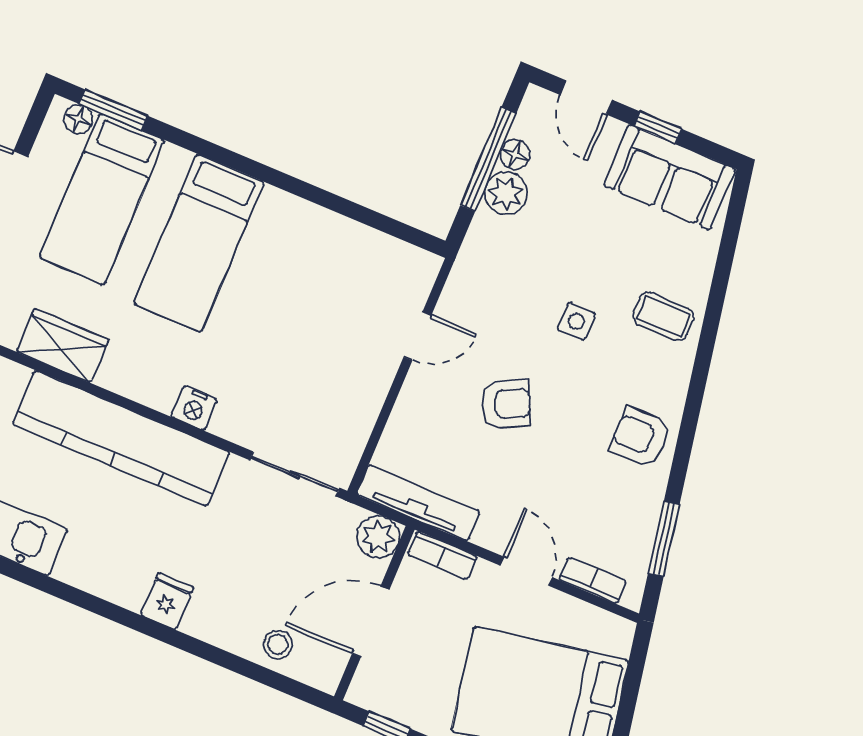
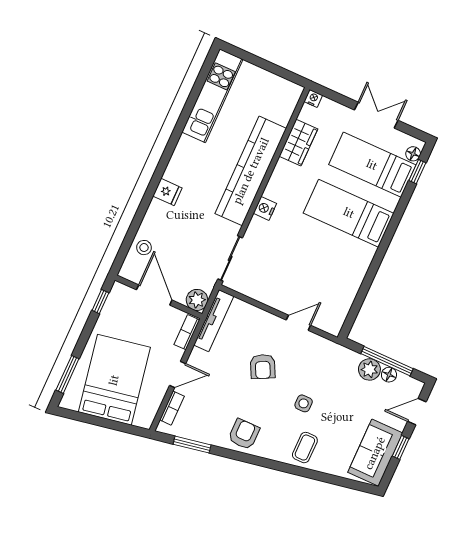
window: (113, 110) -> (417, 172), width x0.67
door: (417, 336) -> (298, 323), swing flipped

